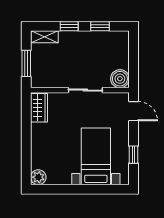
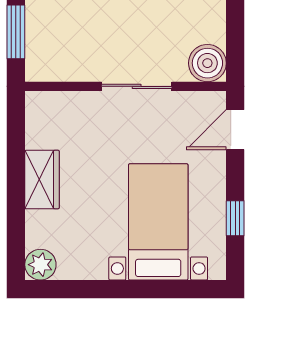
wardrobe: (39, 108) -> (42, 180), moved
door: (134, 111) -> (235, 130), swing flipped

